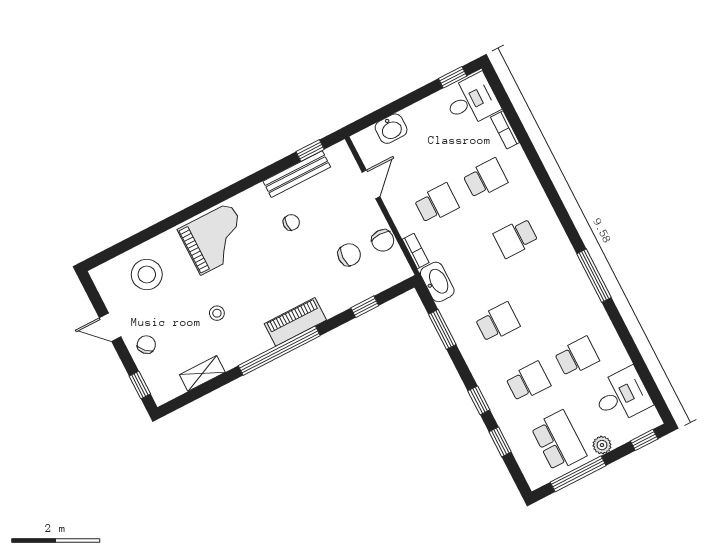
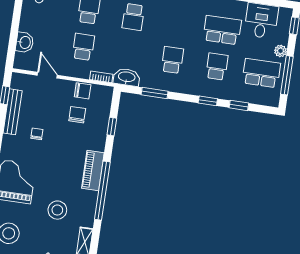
stool: (217, 313) -> (57, 210), width x1.89, depth x1.89
school desk: (577, 357) -> (222, 30), width x1.85

